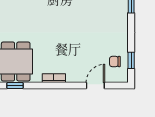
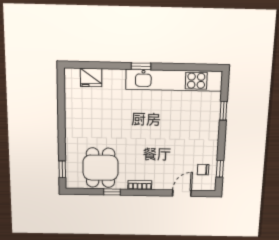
window: (15, 86) -> (112, 192), moved

